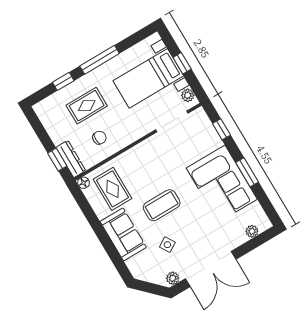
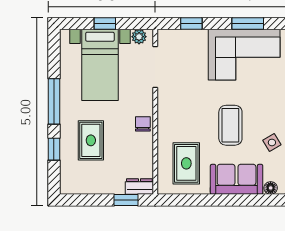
chair: (99, 138) -> (143, 124), moved
dresser: (71, 159) -> (139, 187), width x0.70
floor lamp: (84, 183) -> (271, 188), moved
rug: (113, 189) -> (186, 163), turned 90

